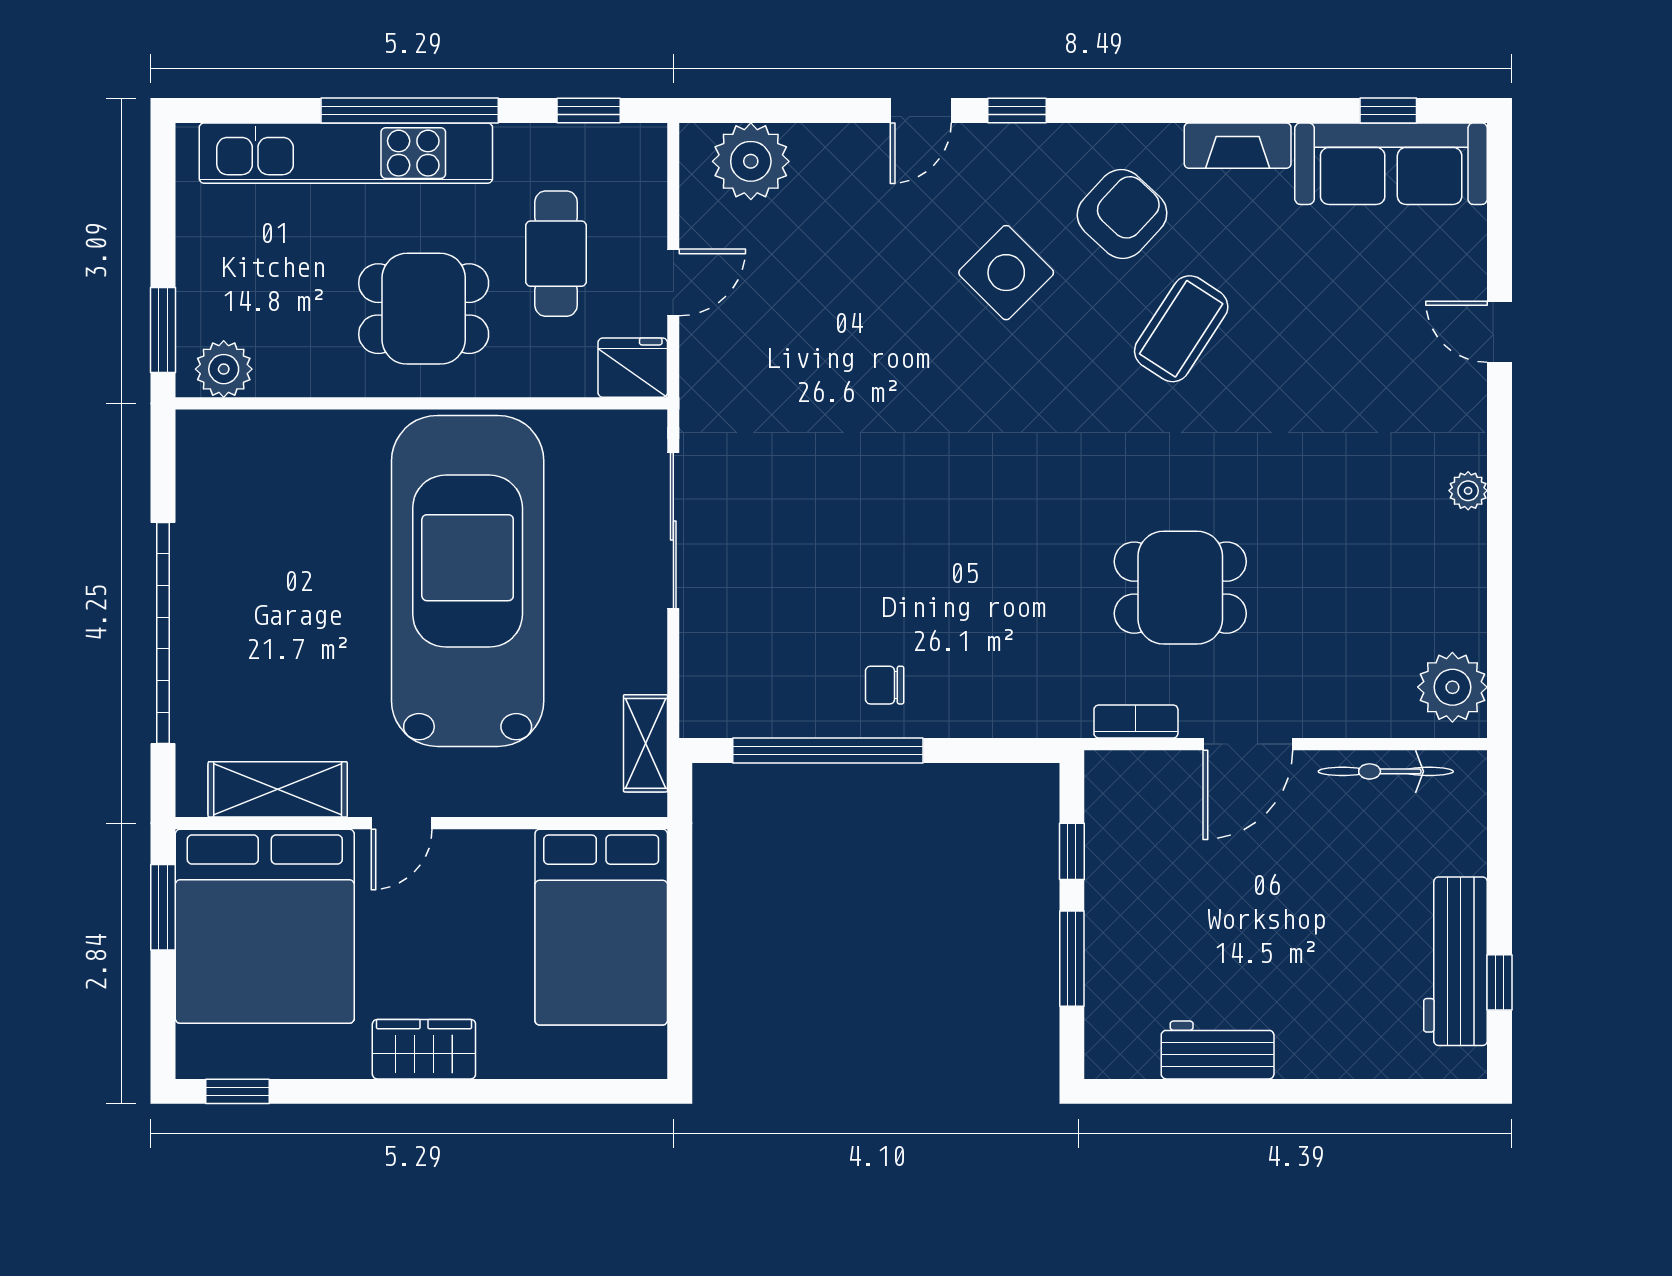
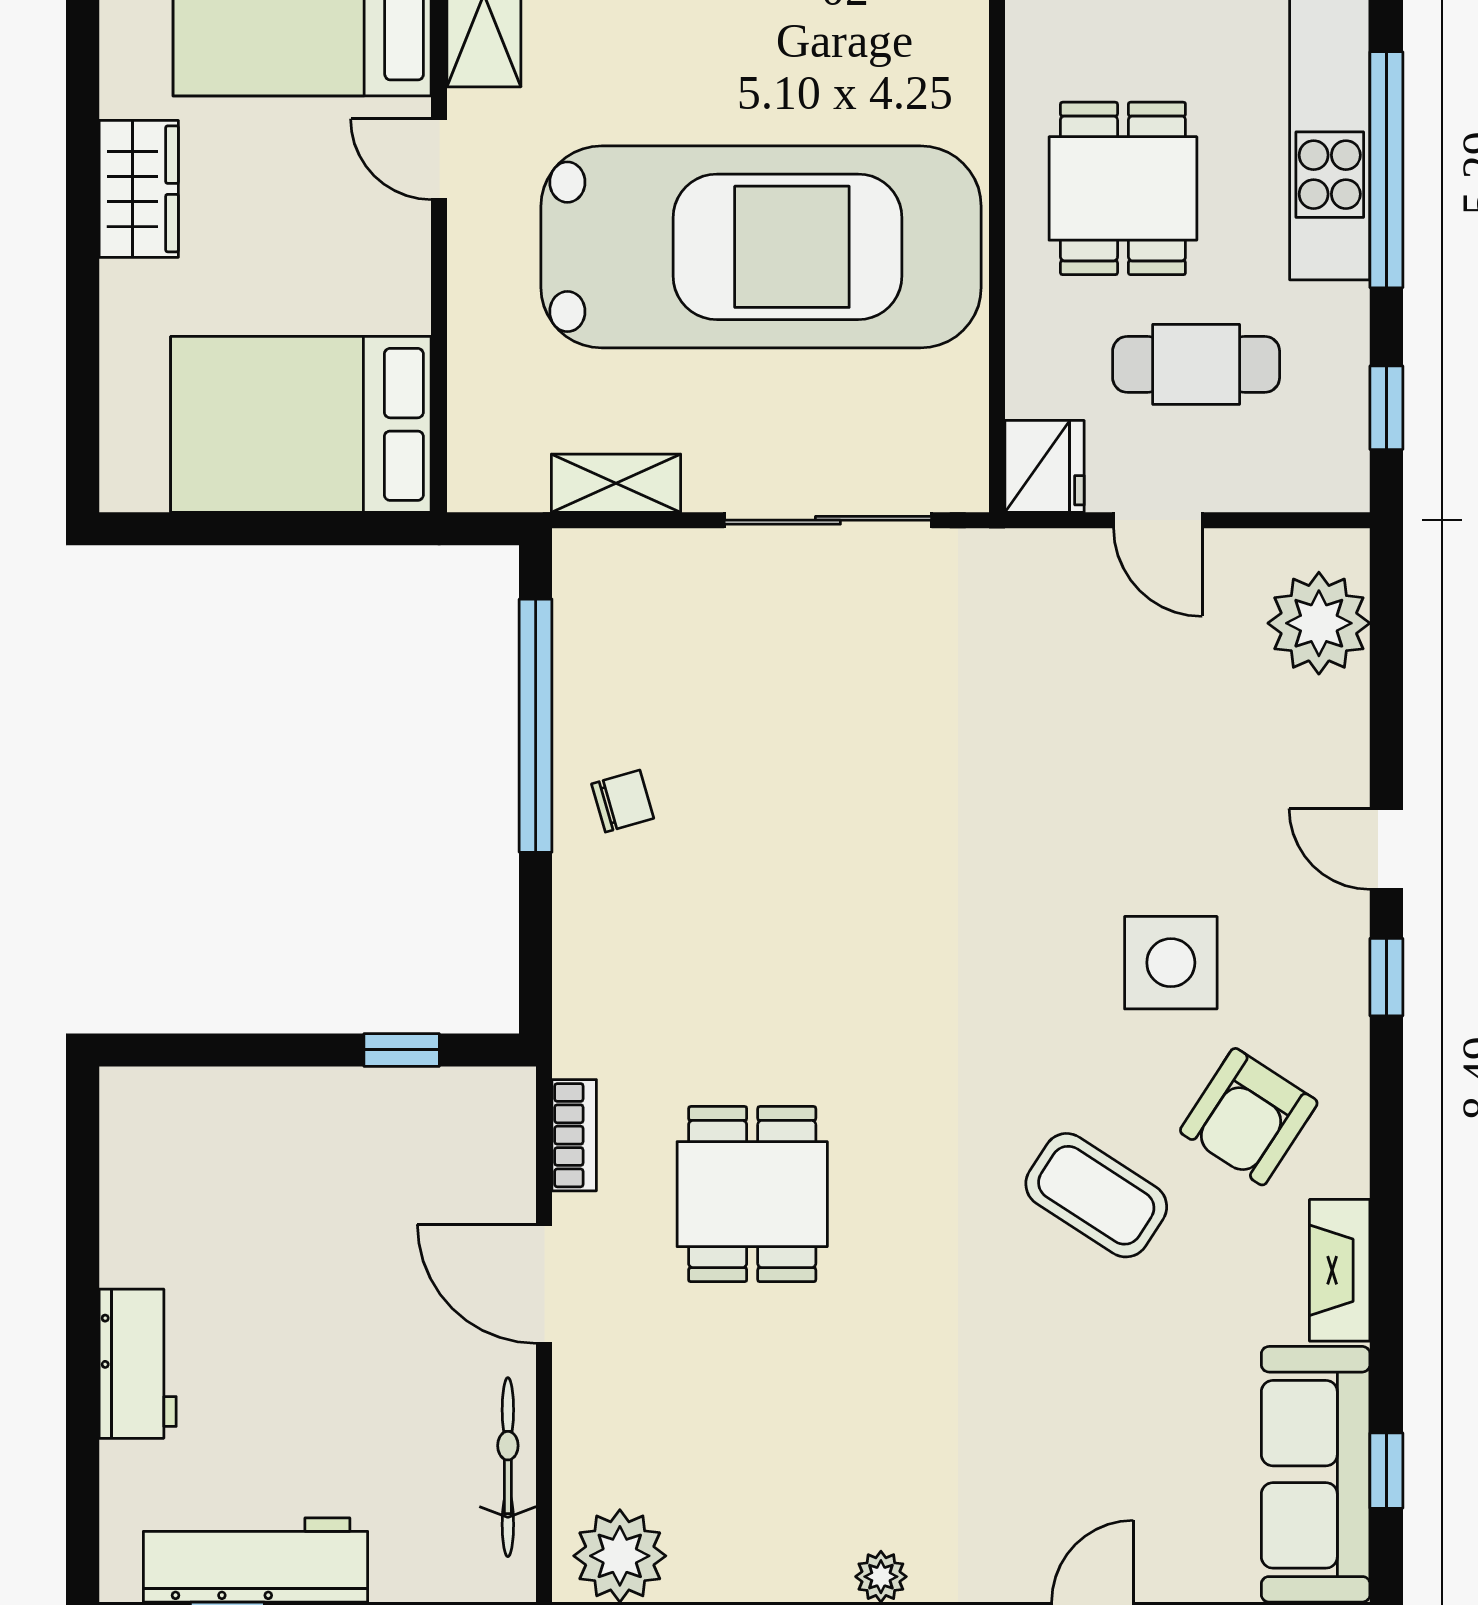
armchair: (1122, 214) -> (1249, 1117), turned 80
side table: (1006, 273) -> (1171, 963), turned 45
chair: (885, 685) -> (623, 801), turned 74
shelving: (645, 743) -> (616, 483), moved
window: (1072, 959) -> (259, 1050), removed
workbench: (1218, 1050) -> (138, 1364), moved

